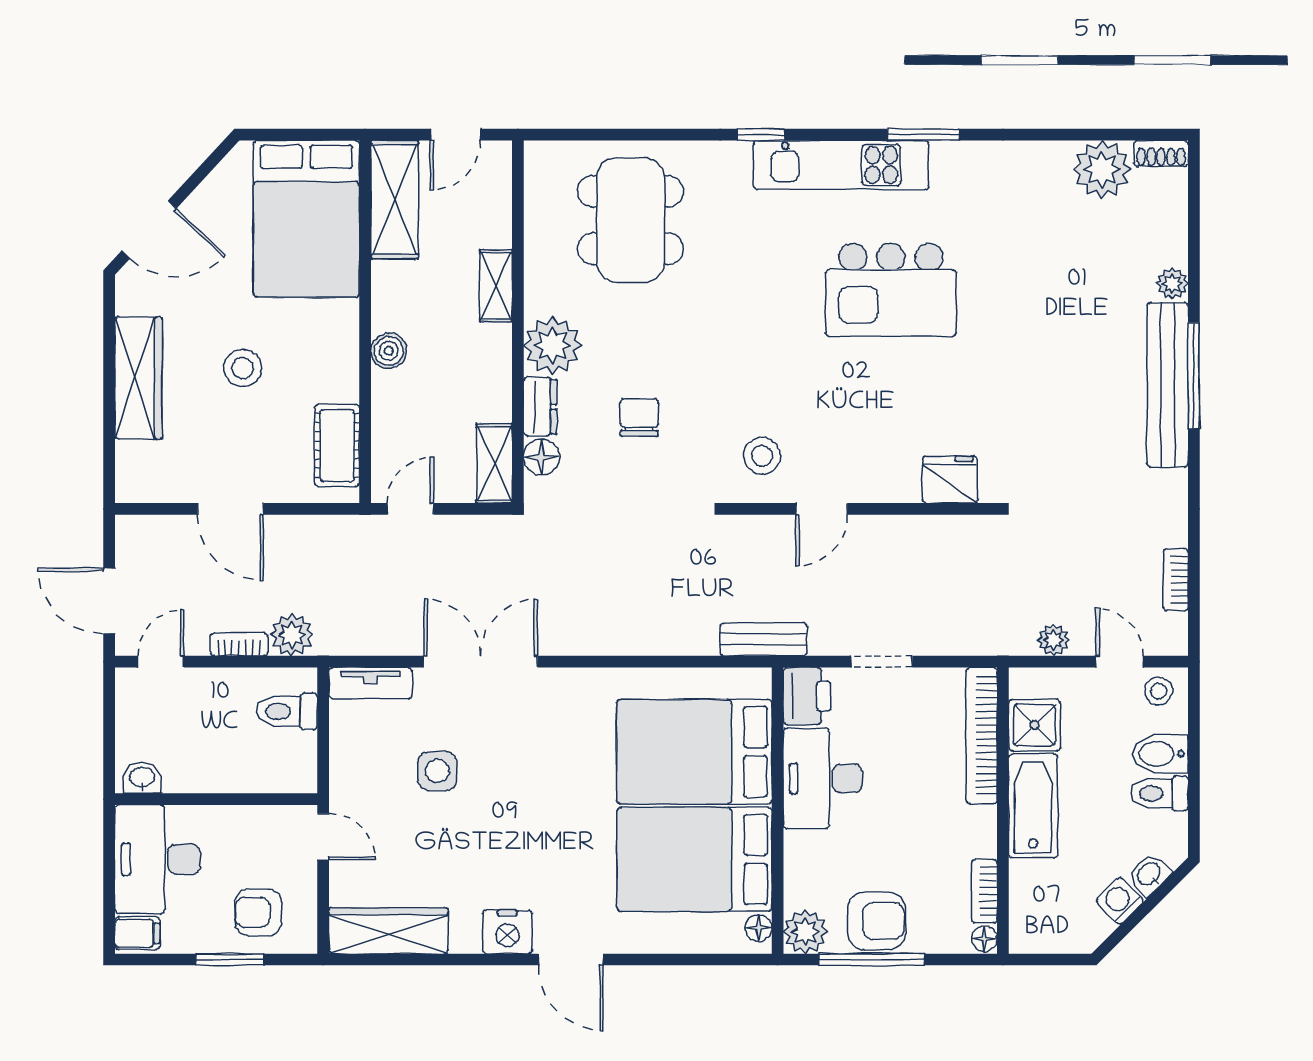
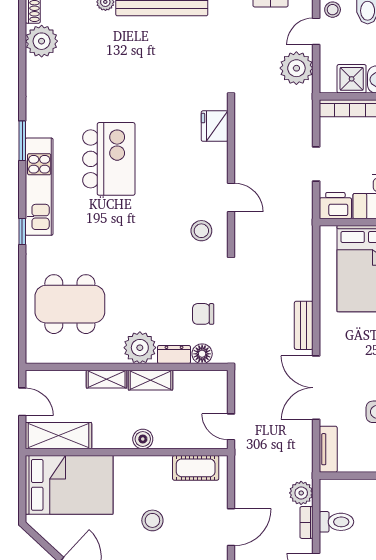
chair: (639, 418) -> (203, 314), moved
shelving: (494, 463) -> (150, 380), moved
bench: (763, 639) -> (304, 325), moved
plant: (1054, 640) -> (296, 68), width x1.88, depth x1.88
toilet: (287, 711) -> (336, 522), moved, turned -90

